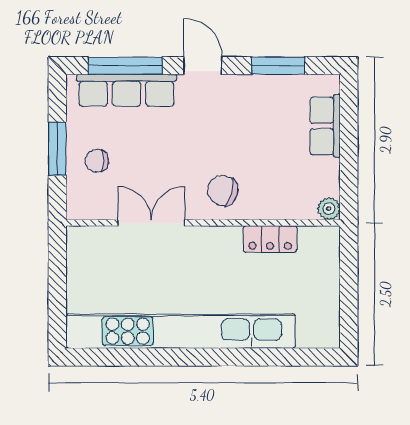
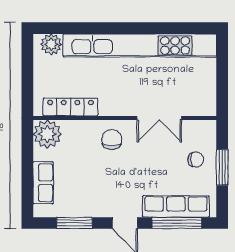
chair: (223, 191) -> (112, 139), turned -106
plant: (329, 209) -> (47, 134), width x1.88, depth x1.88
locker: (270, 239) -> (71, 107), width x1.53
plant: (313, 333) -> (51, 44), added

